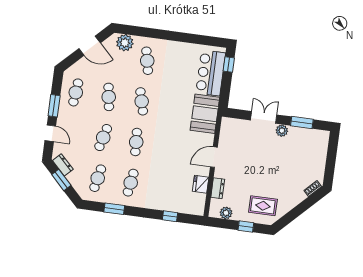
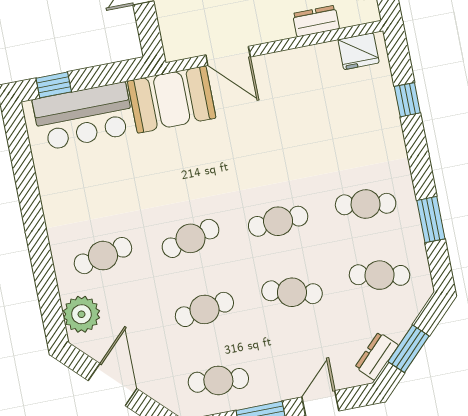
door: (214, 157) -> (228, 56), moved
fridge: (201, 184) -> (359, 51), moved

